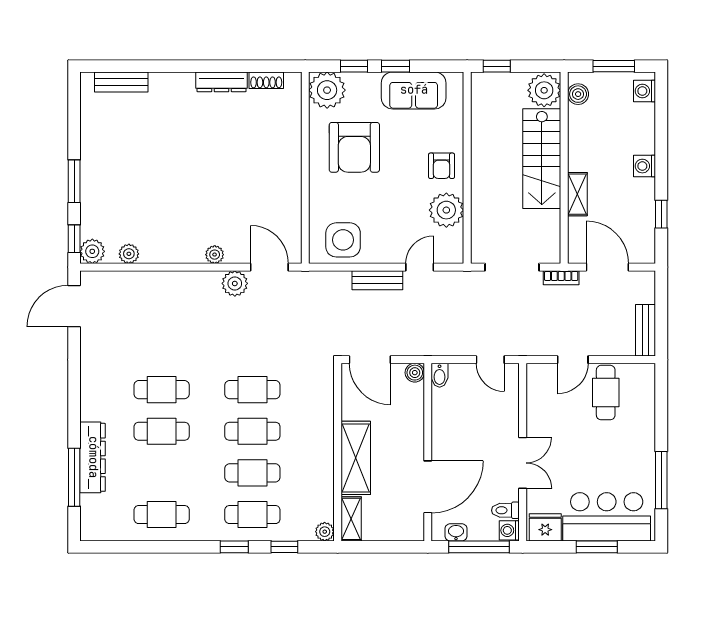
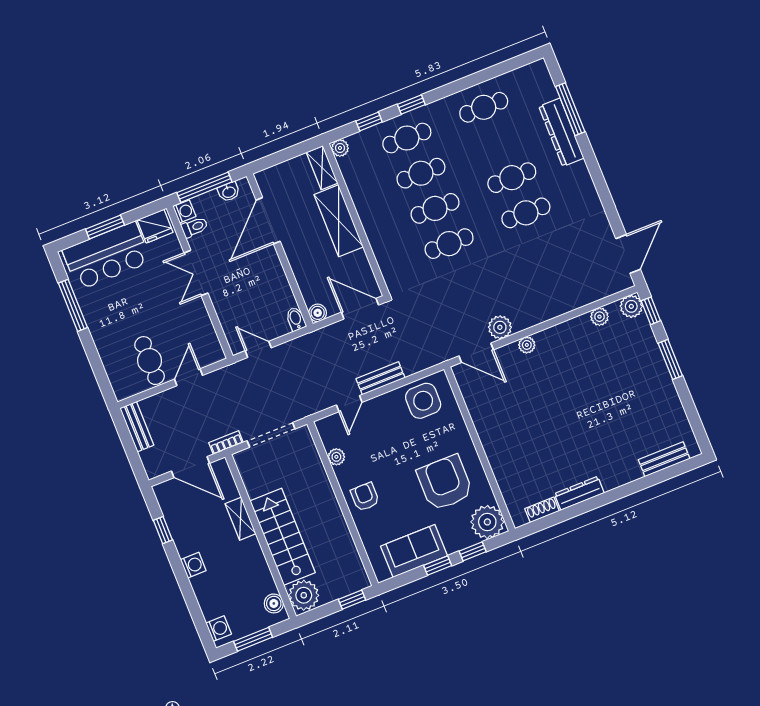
plant: (446, 210) -> (336, 457), width x0.53, depth x0.53

